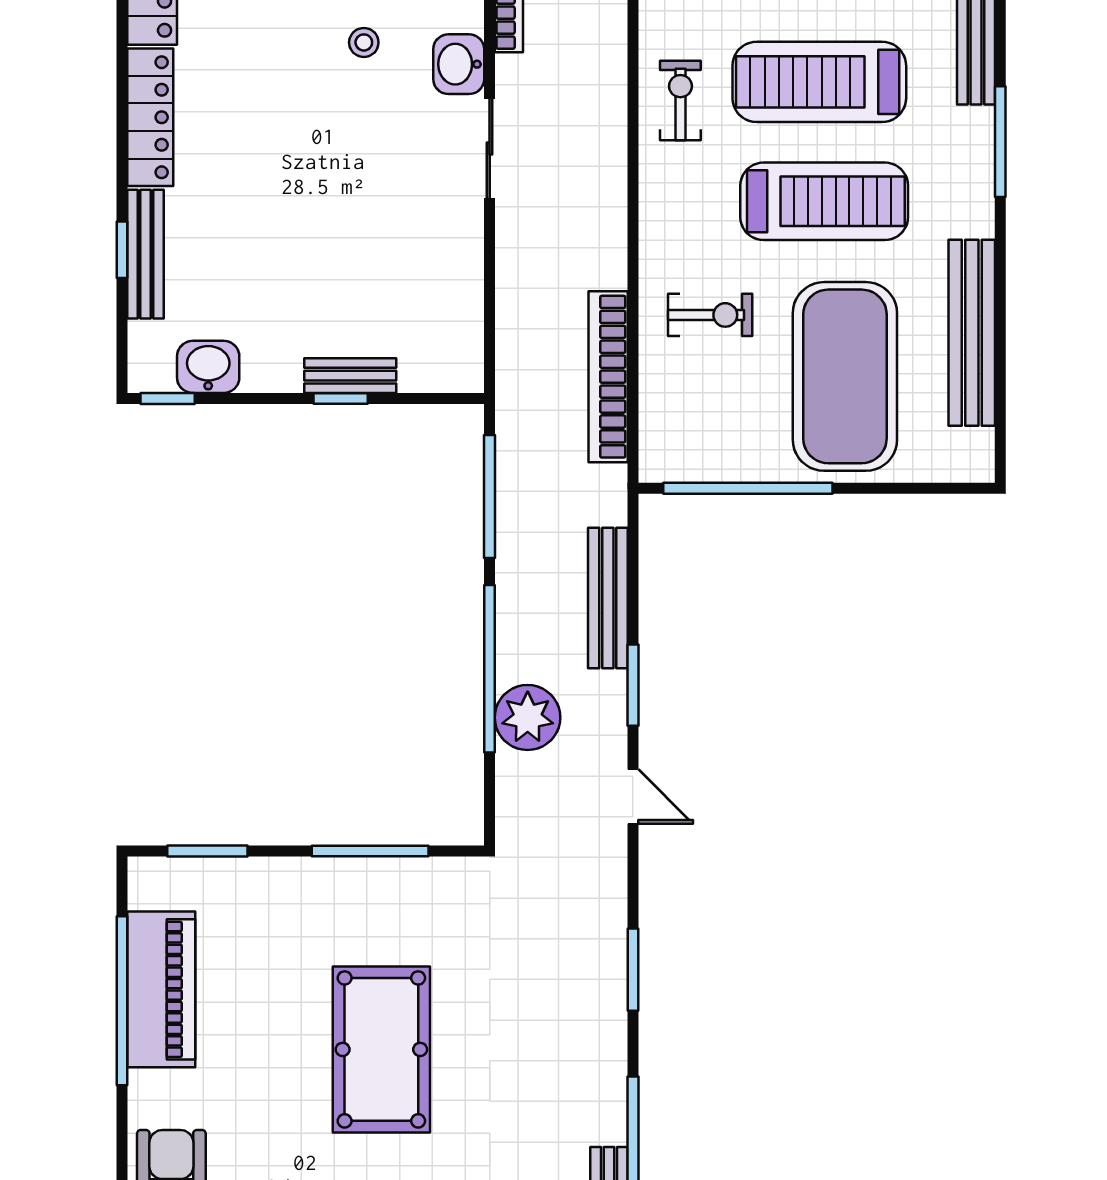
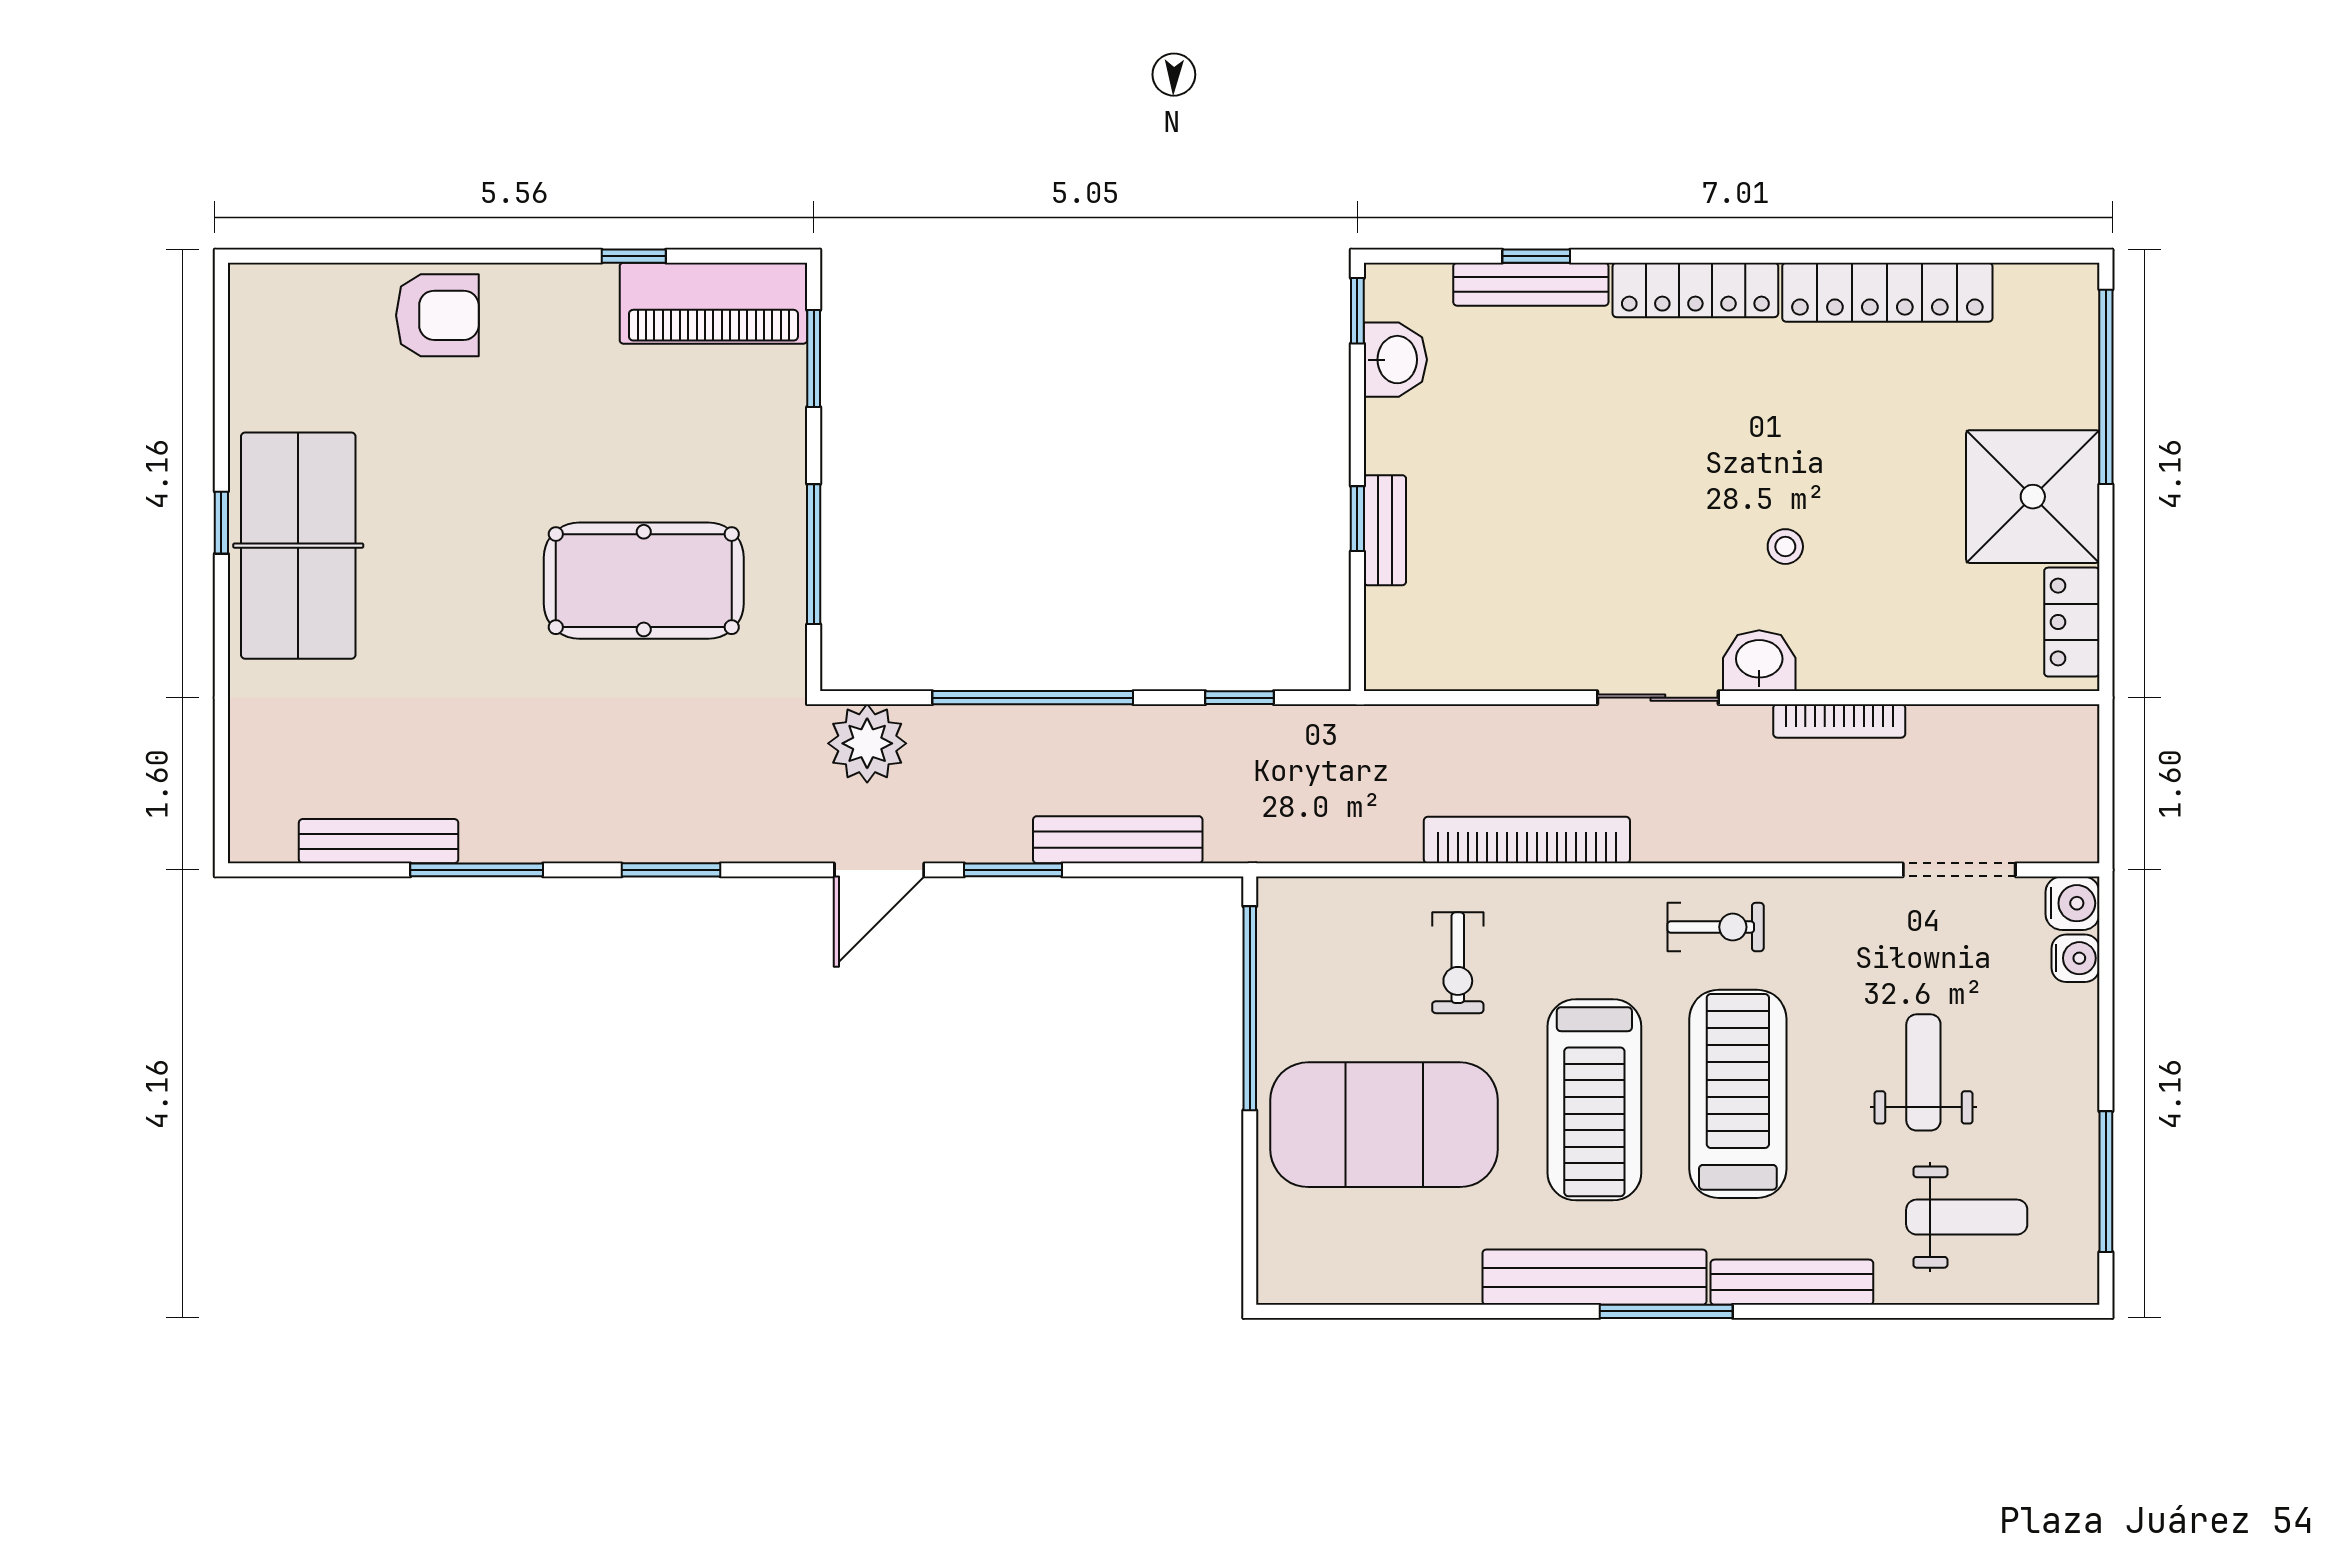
bench: (972, 333) -> (1595, 1277), moved
bookcase: (608, 377) -> (1527, 840), moved
window: (490, 497) -> (1240, 698), width x0.46
plant: (528, 717) -> (867, 743), moved
door: (633, 796) -> (879, 870), width x1.38
piano: (161, 989) -> (713, 303), moved
window: (122, 1001) -> (634, 256), width x0.32
pool table: (381, 1049) -> (644, 581), moved

